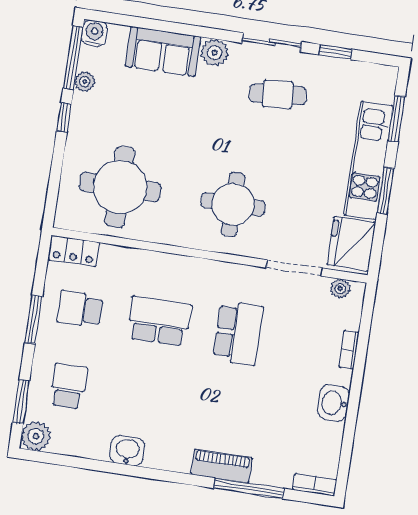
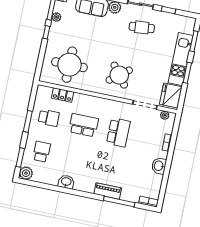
round table: (233, 204) -> (119, 75), turned -38
locker: (74, 251) -> (63, 95), moved
school desk: (80, 309) -> (49, 118), turned 180

